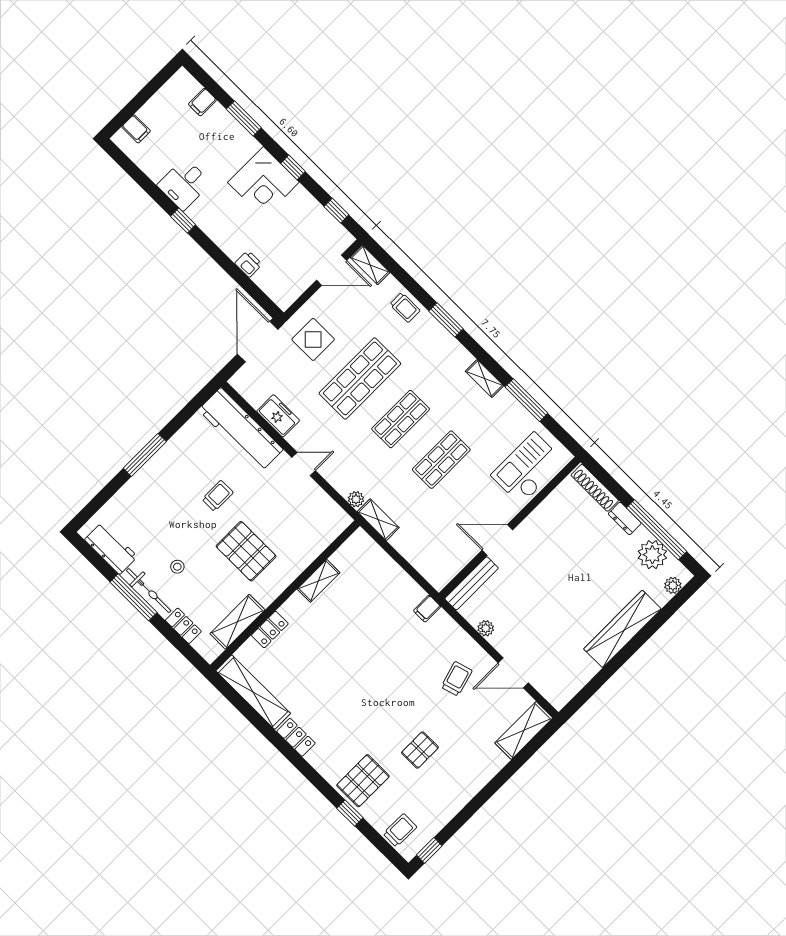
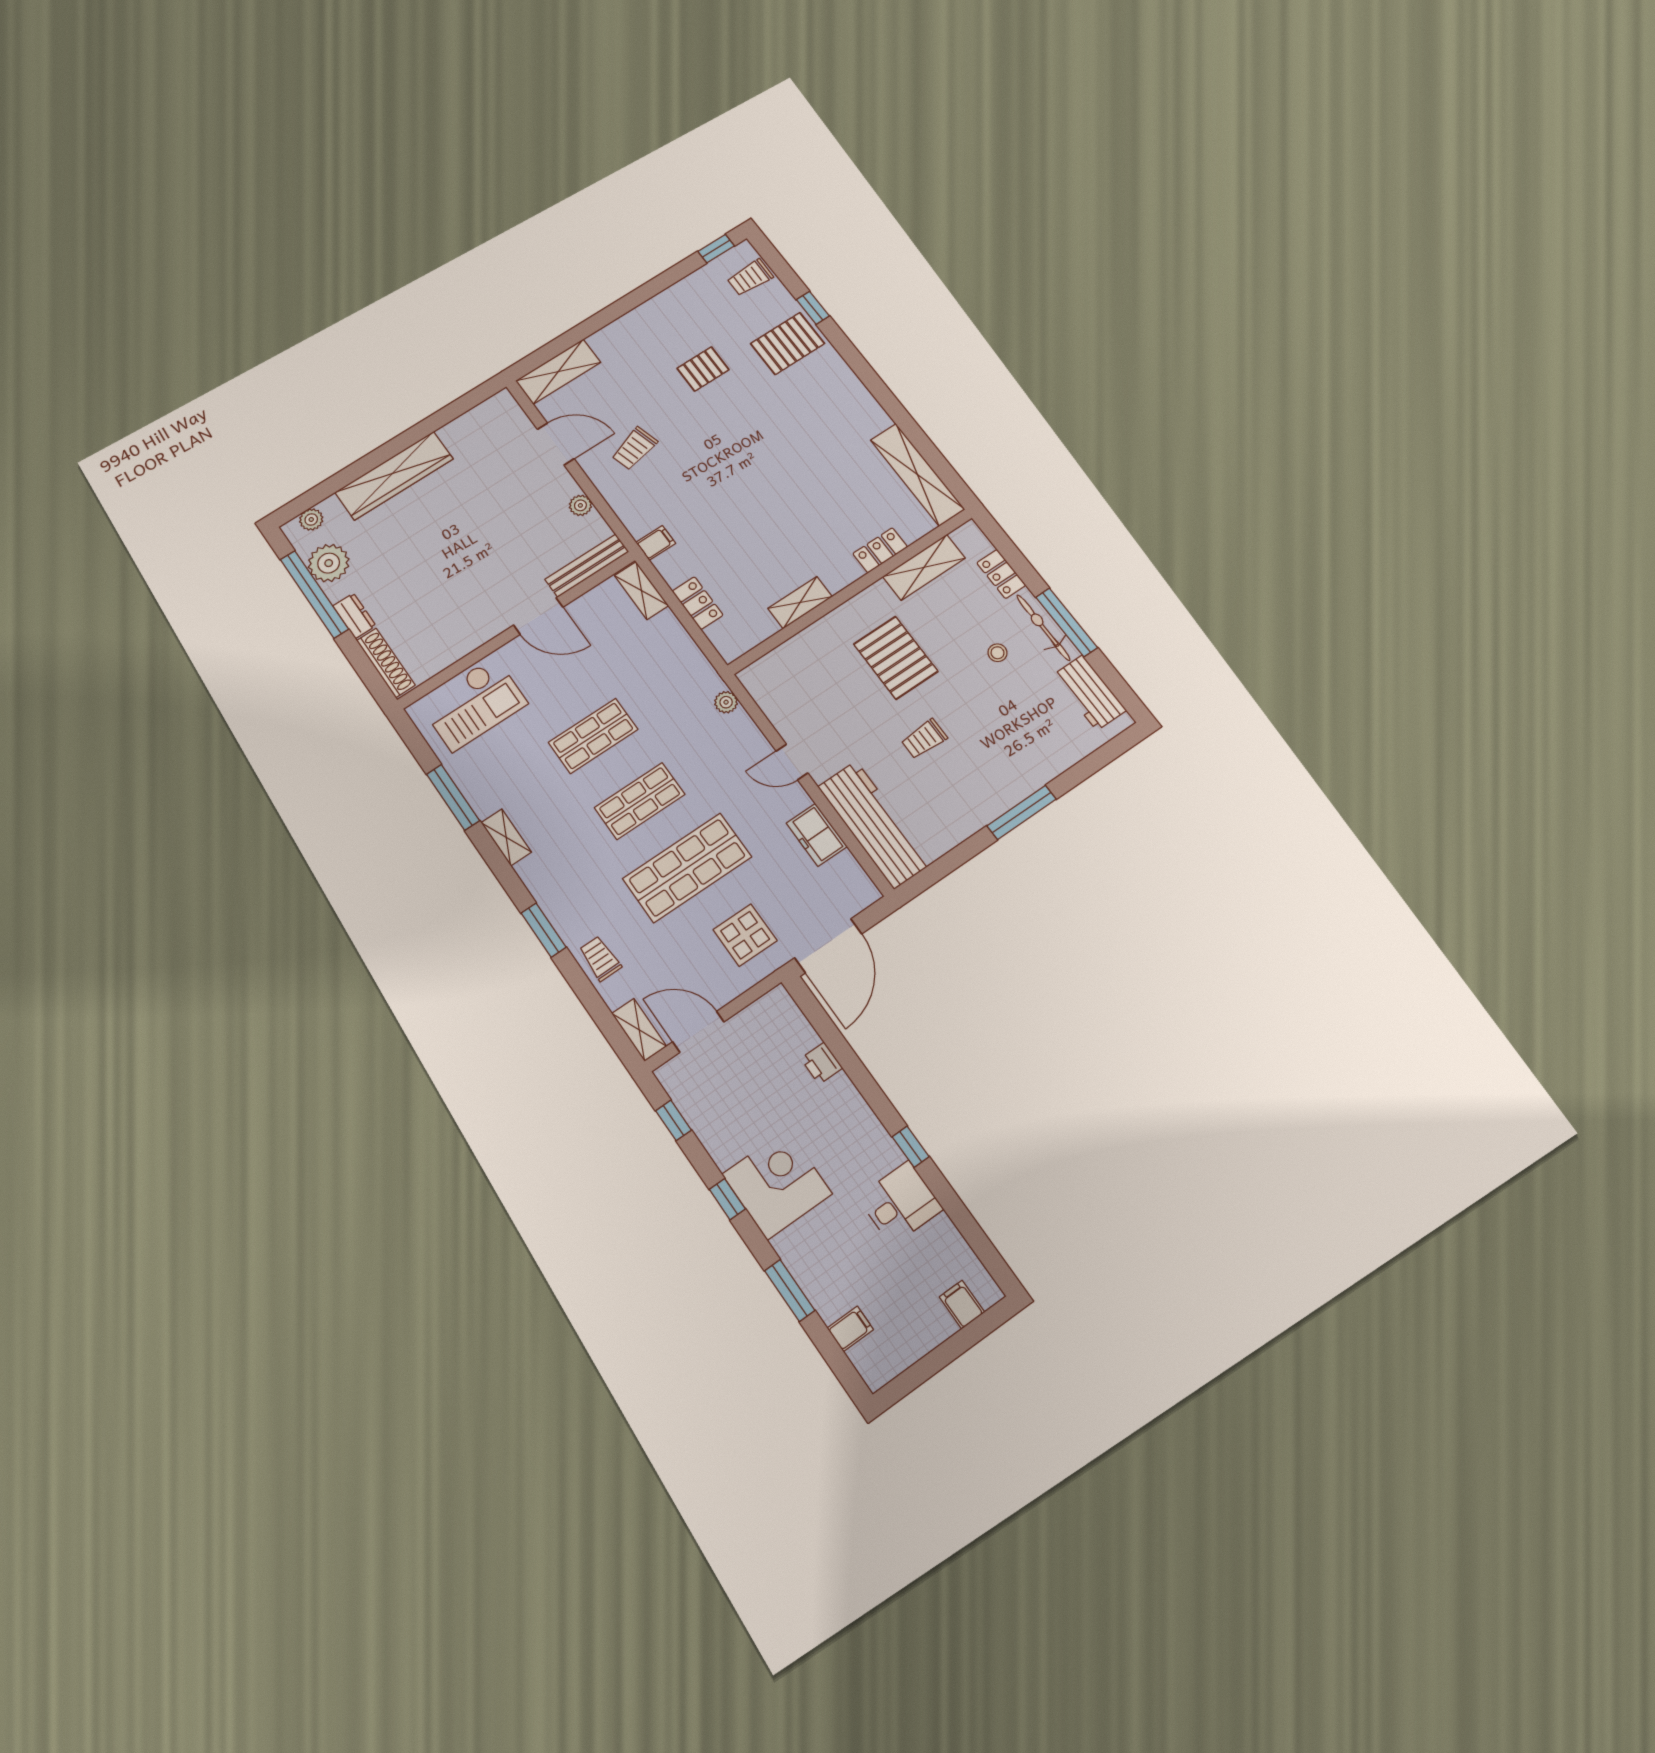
shelving: (378, 520) -> (641, 591), moved
locker: (296, 737) -> (698, 603), moved, turned 180

